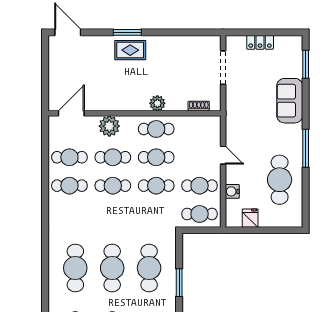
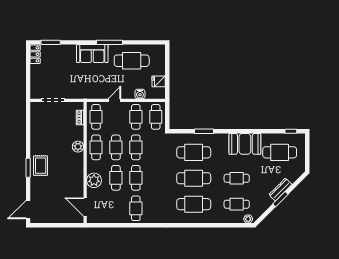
locker: (260, 42) -> (35, 54), moved
sofa: (290, 101) -> (92, 54), moved
cafe table: (69, 157) -> (96, 117), moved

